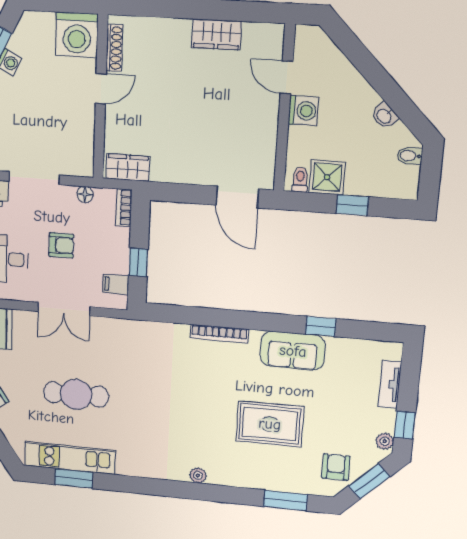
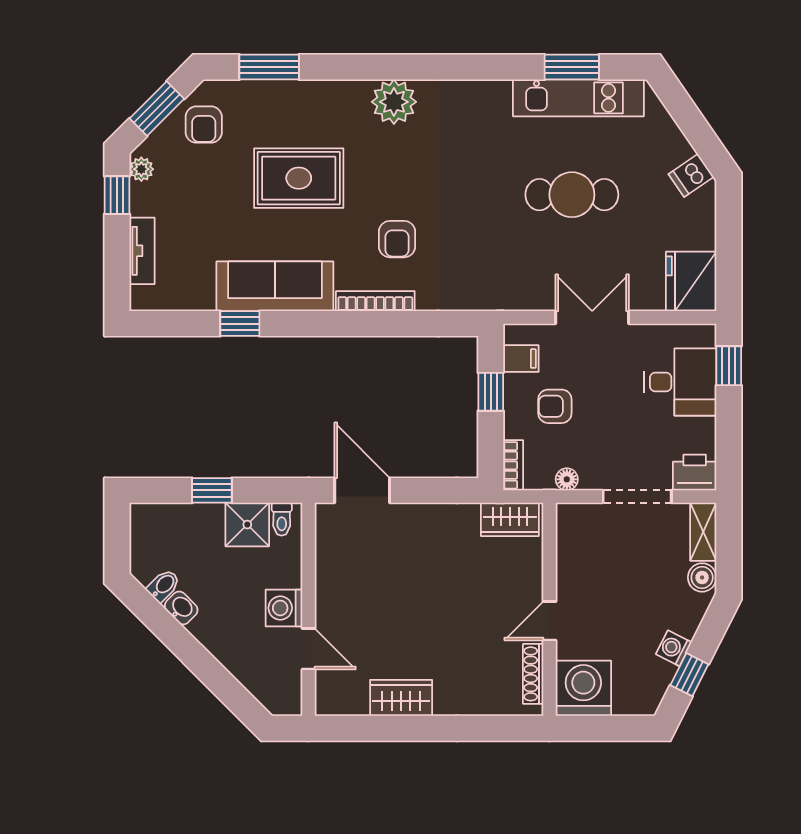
bidet: (410, 156) -> (164, 586), moved, turned -45
armchair: (61, 245) -> (555, 406), moved
sofa: (293, 351) -> (275, 286), width x1.36
armchair: (201, 376) -> (397, 239), added
plant: (198, 475) -> (394, 102), width x1.88, depth x1.88

